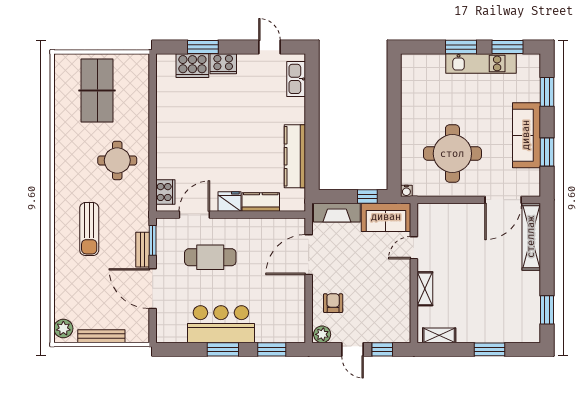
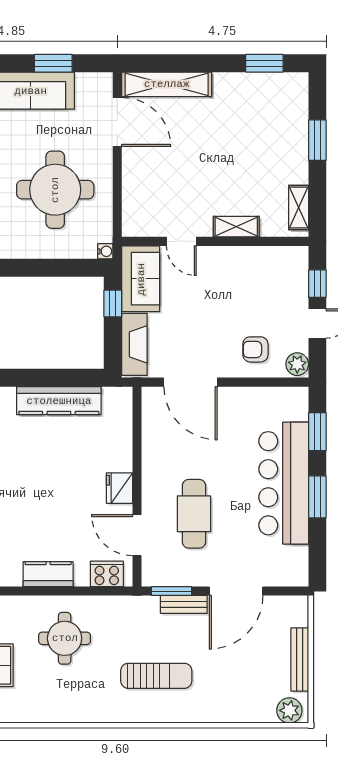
kitchen counter: (261, 202) -> (48, 574), moved, turned 90
bar counter: (221, 324) -> (284, 483), width x1.36

